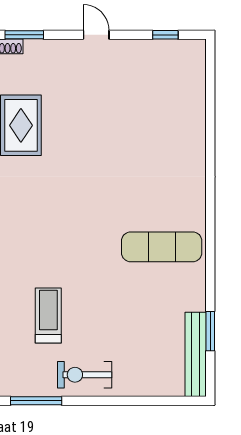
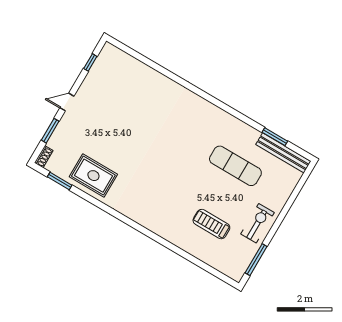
window: (24, 35) -> (50, 131), moved
exercise mat: (162, 247) -> (235, 166), moved, turned 90
exercise bike: (85, 375) -> (257, 223), turned 180

